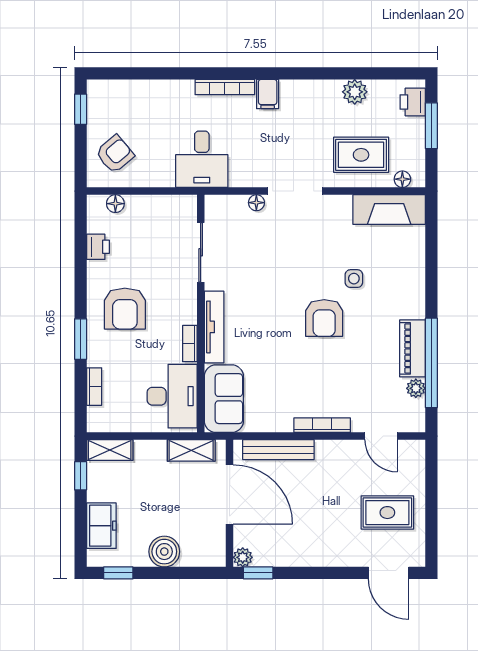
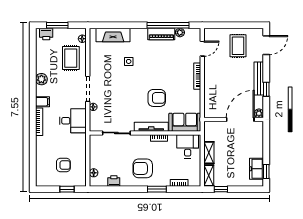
plant: (355, 92) -> (41, 79), moved
window: (81, 109) -> (67, 189), moved
armchair: (115, 154) -> (63, 165), moved, turned 130
desk: (202, 159) -> (73, 121), moved
fireplace: (389, 210) -> (113, 35), moved, turned 90
armchair: (125, 309) -> (143, 168), turned 180
armchair: (324, 318) -> (157, 98), moved
desk: (172, 396) -> (188, 146), width x0.73
shelving: (191, 450) -> (209, 153), moved
bench: (278, 450) -> (259, 79), moved
door: (230, 495) -> (240, 120), moved
freezer: (101, 526) -> (257, 169), moved, turned -90
boiler: (164, 552) -> (256, 150), removed
window: (258, 573) -> (266, 89), moved

